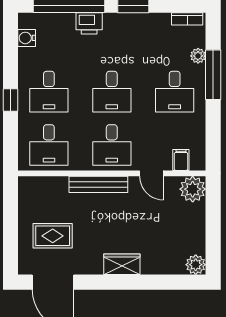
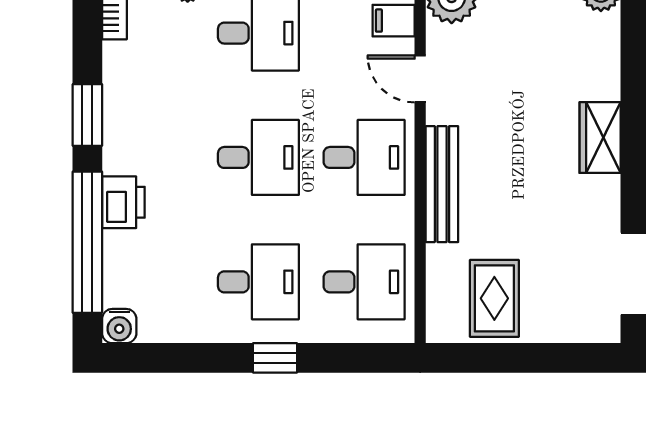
water cooler: (27, 38) -> (119, 326), moved
door: (152, 173) -> (420, 79), swing flipped
rug: (53, 236) -> (494, 298), moved

